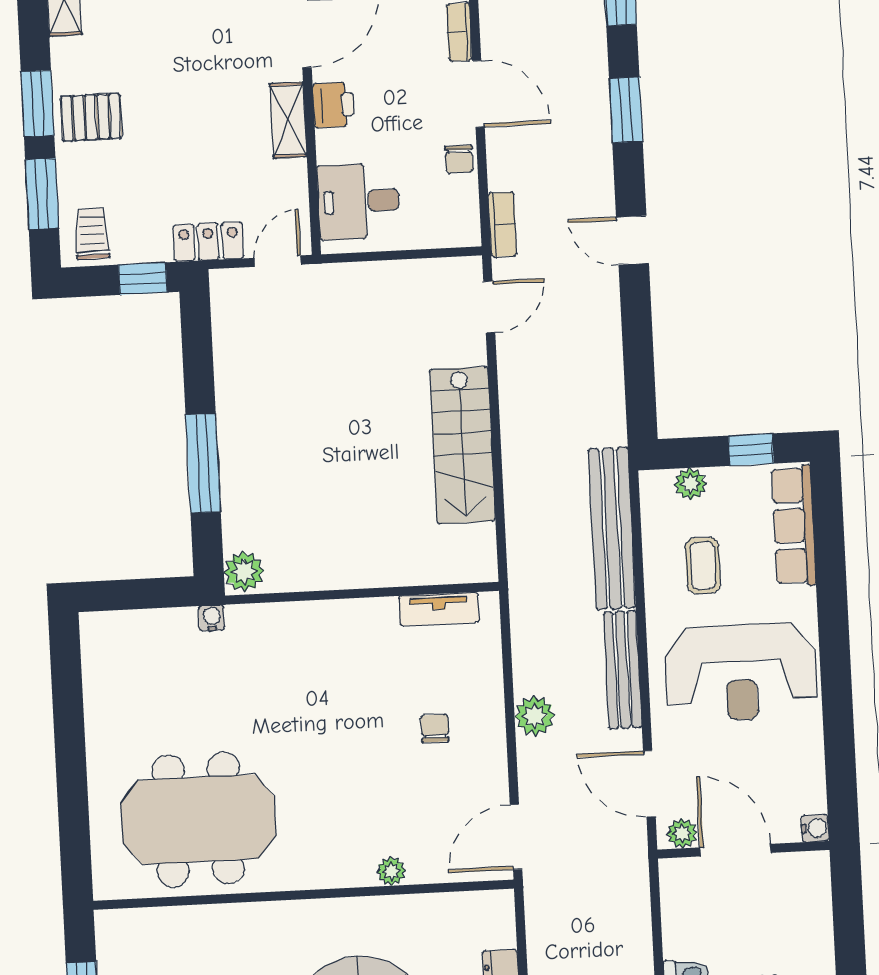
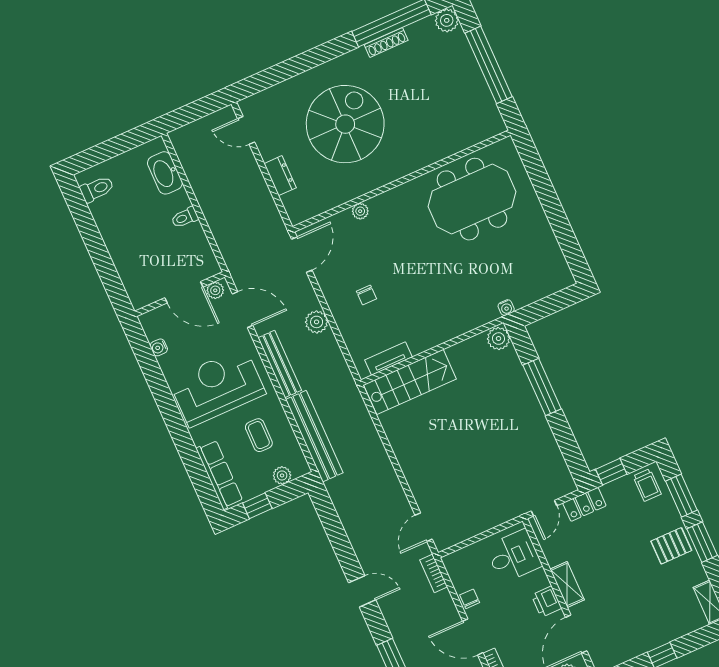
stairs: (462, 445) -> (410, 382), moved, turned 90
water cooler: (815, 828) -> (159, 347), moved

